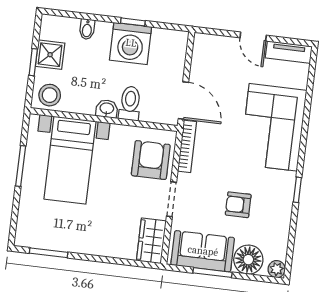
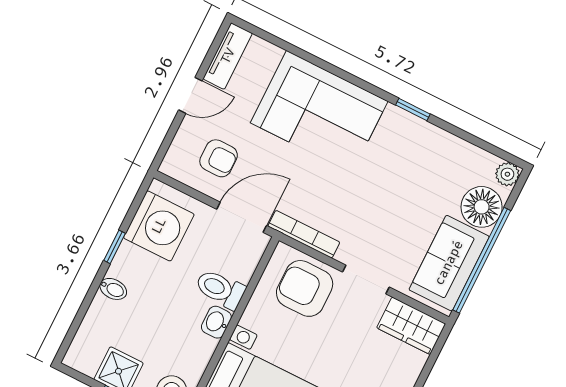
bidet: (87, 29) -> (113, 289), moved
washing machine: (131, 43) -> (159, 226), moved
armchair: (238, 205) -> (219, 158), moved, turned -90
window: (212, 273) -> (482, 260), width x2.11

